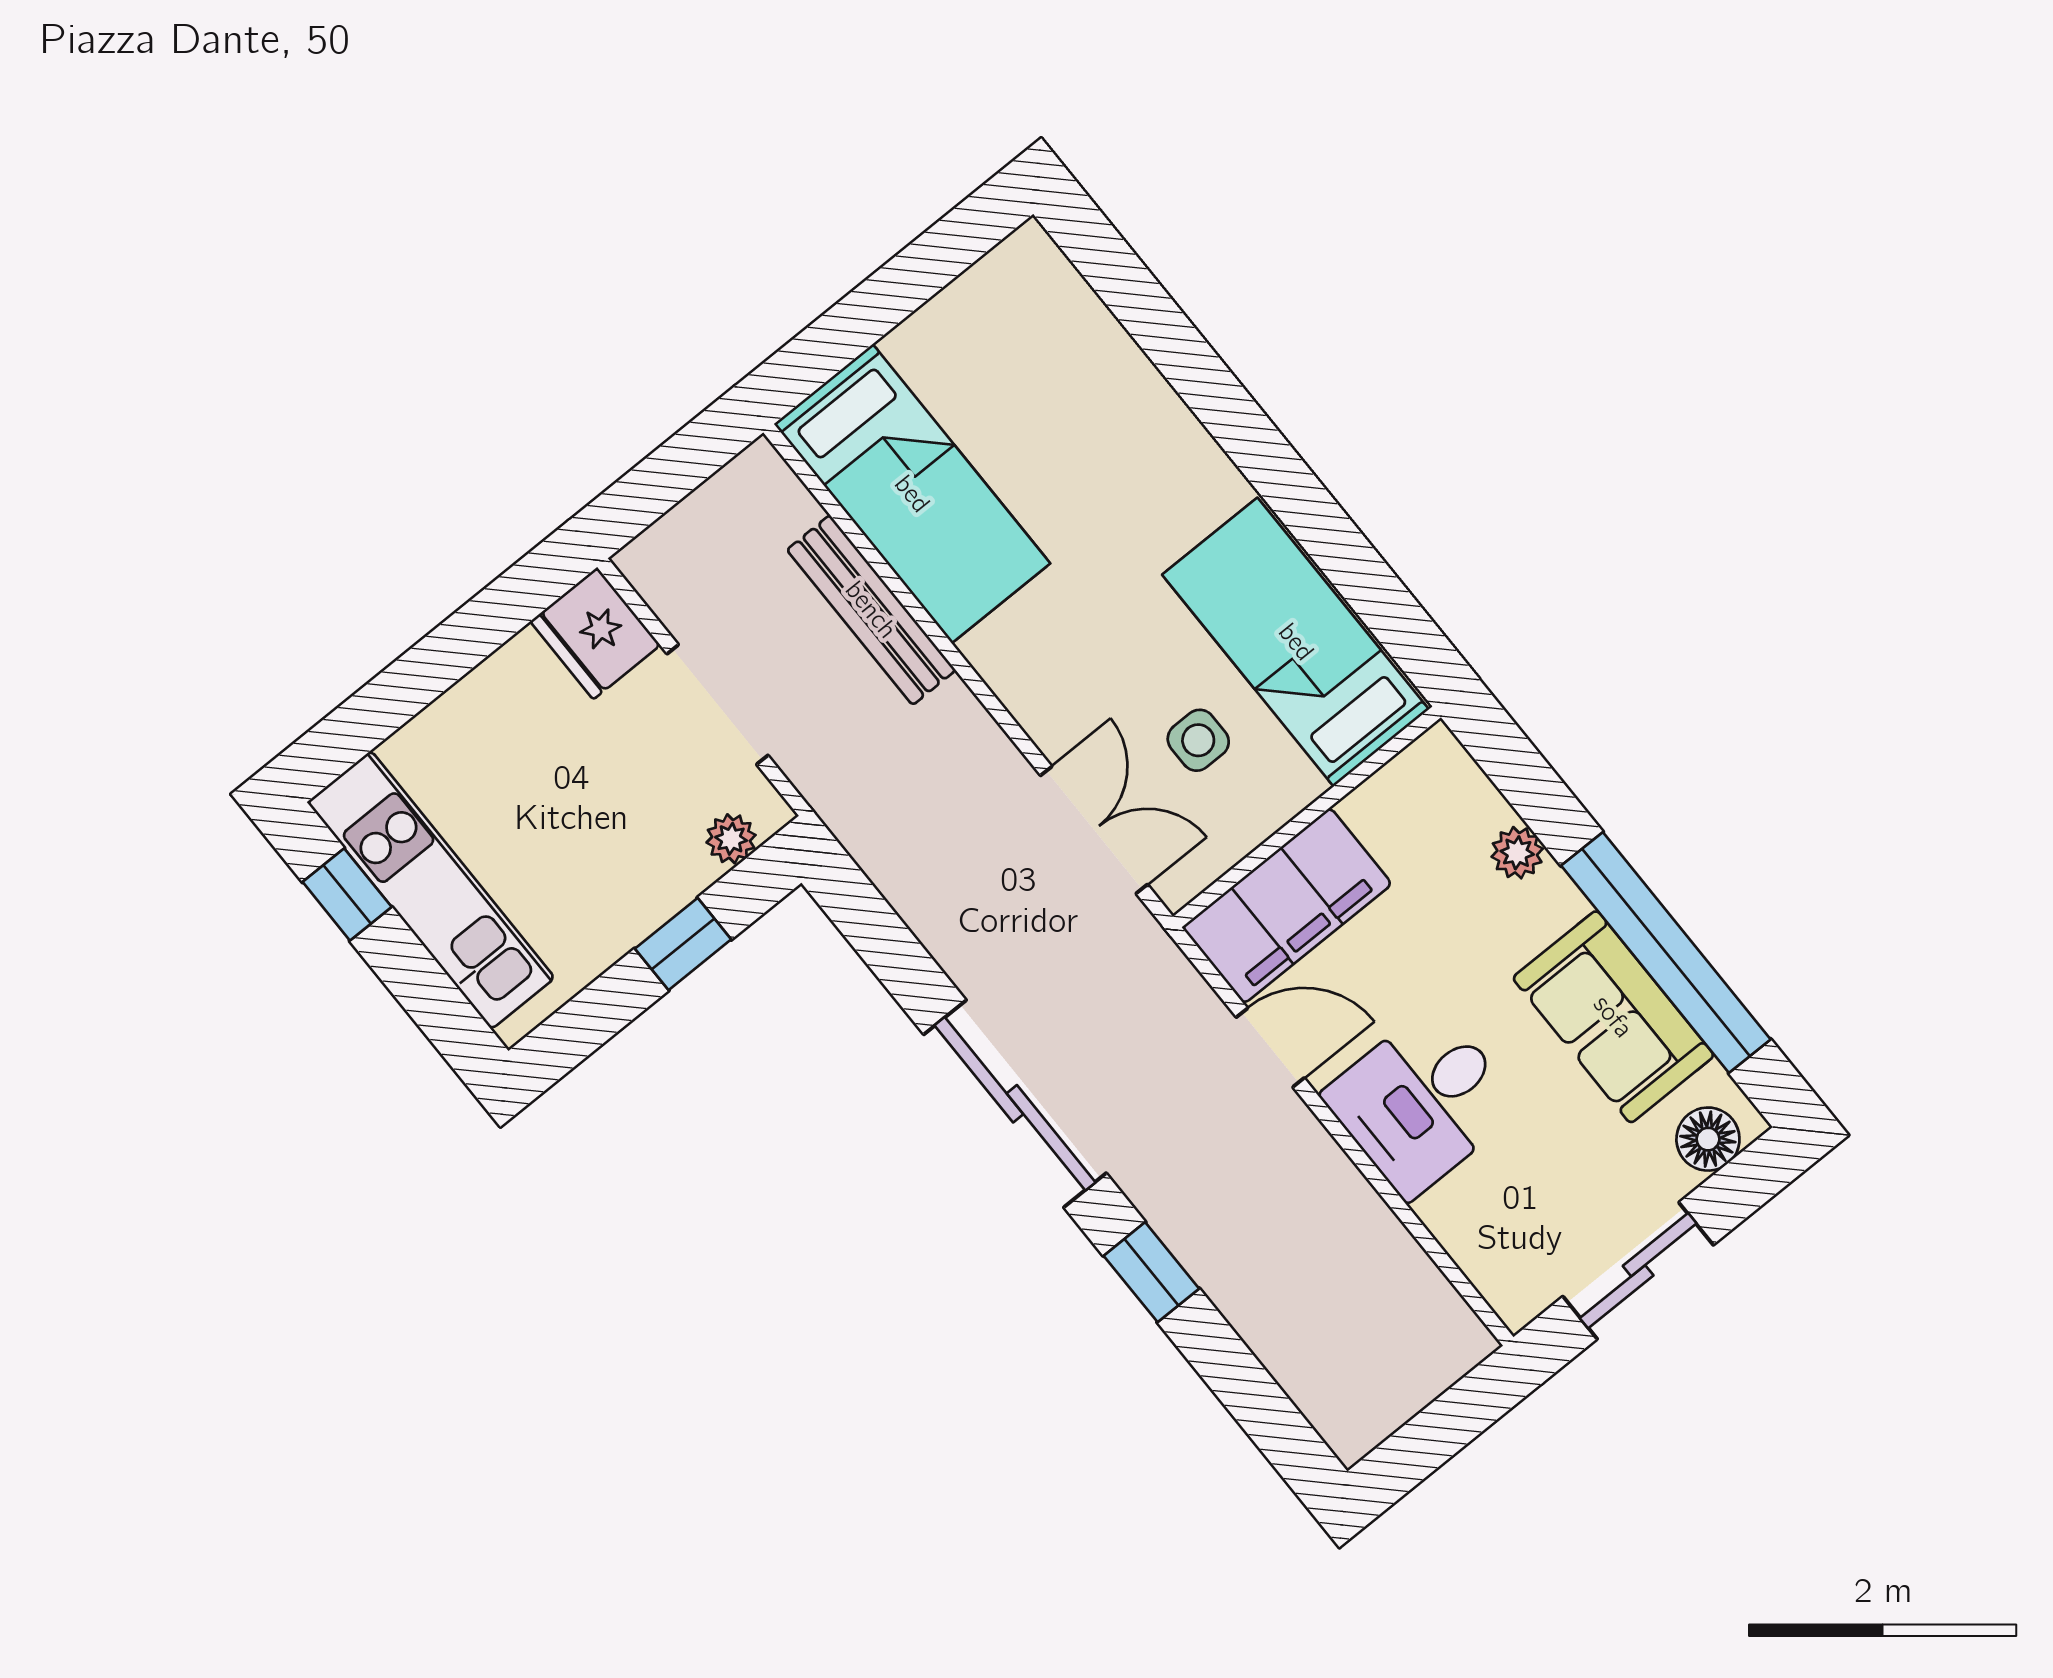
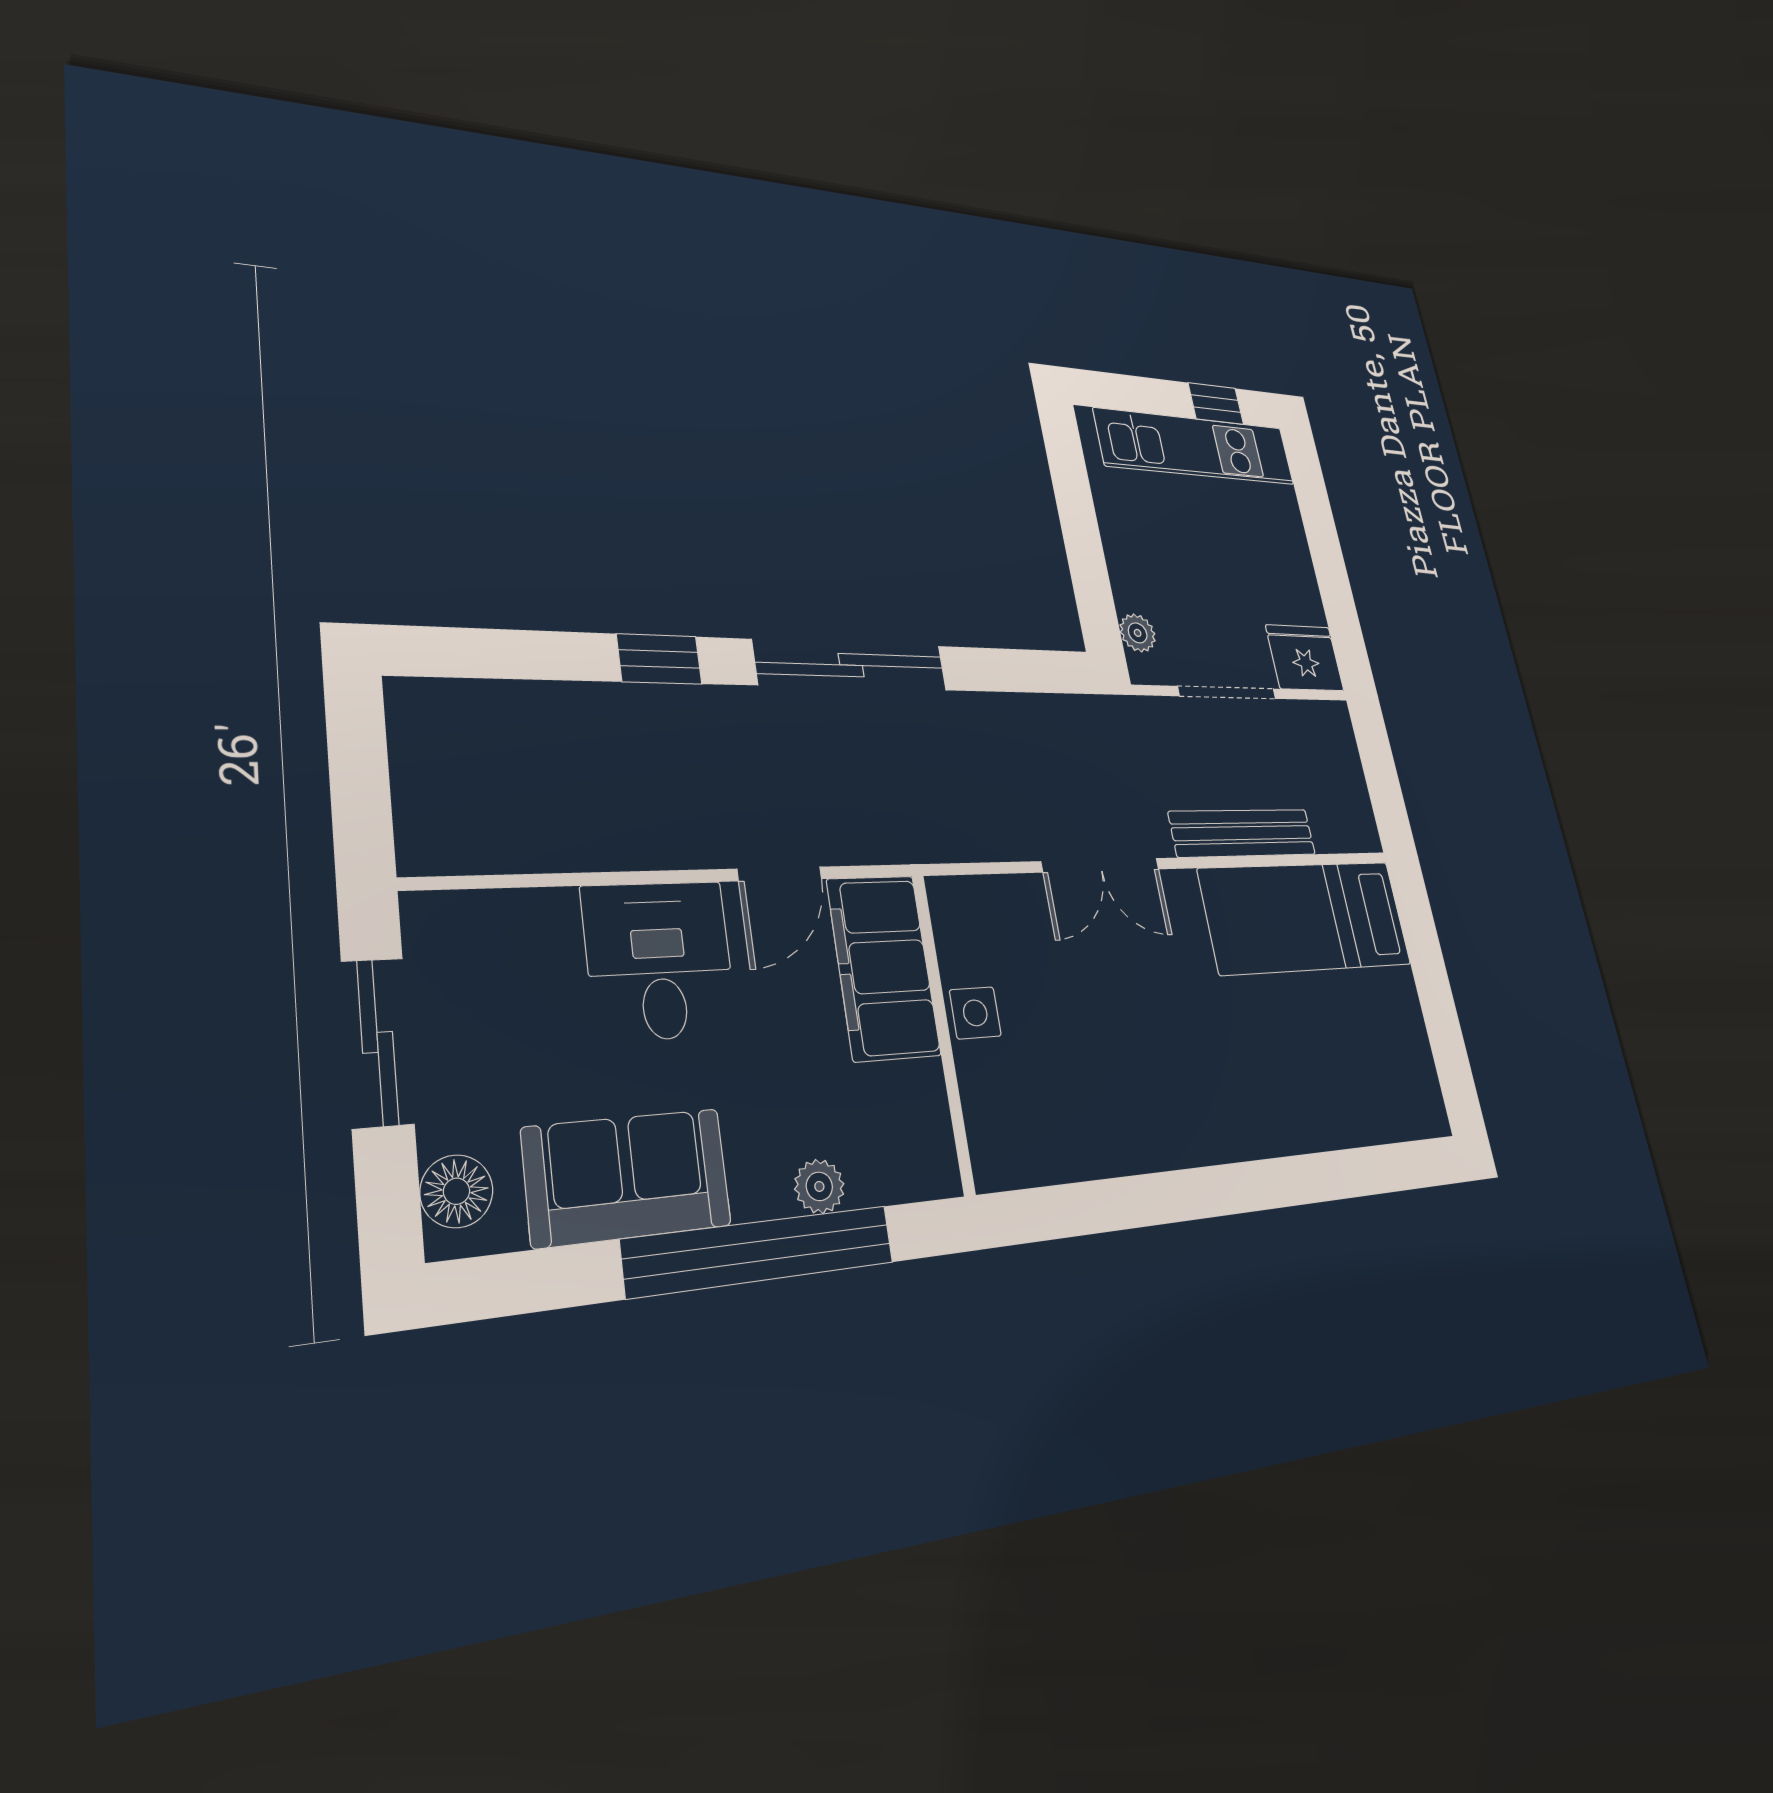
bed: (1296, 642) -> (1079, 1118), removed
side table: (1198, 740) -> (975, 1013), moved
double door: (1094, 830) -> (1101, 865), moved
window: (683, 944) -> (1085, 552), removed
window: (1666, 953) -> (760, 1251), moved

